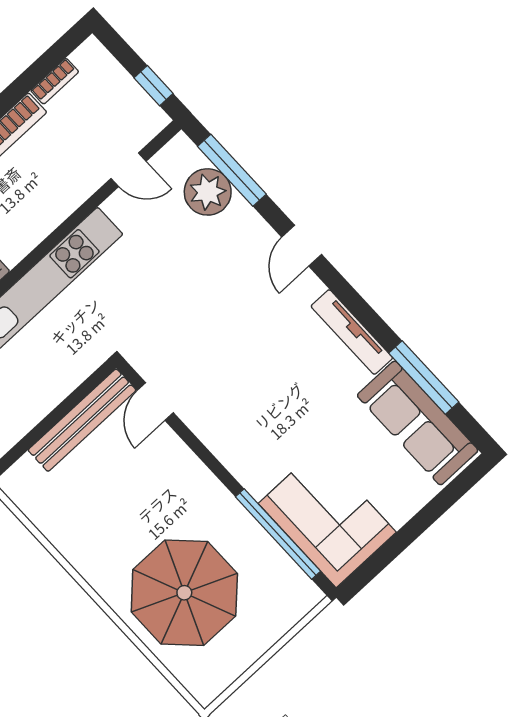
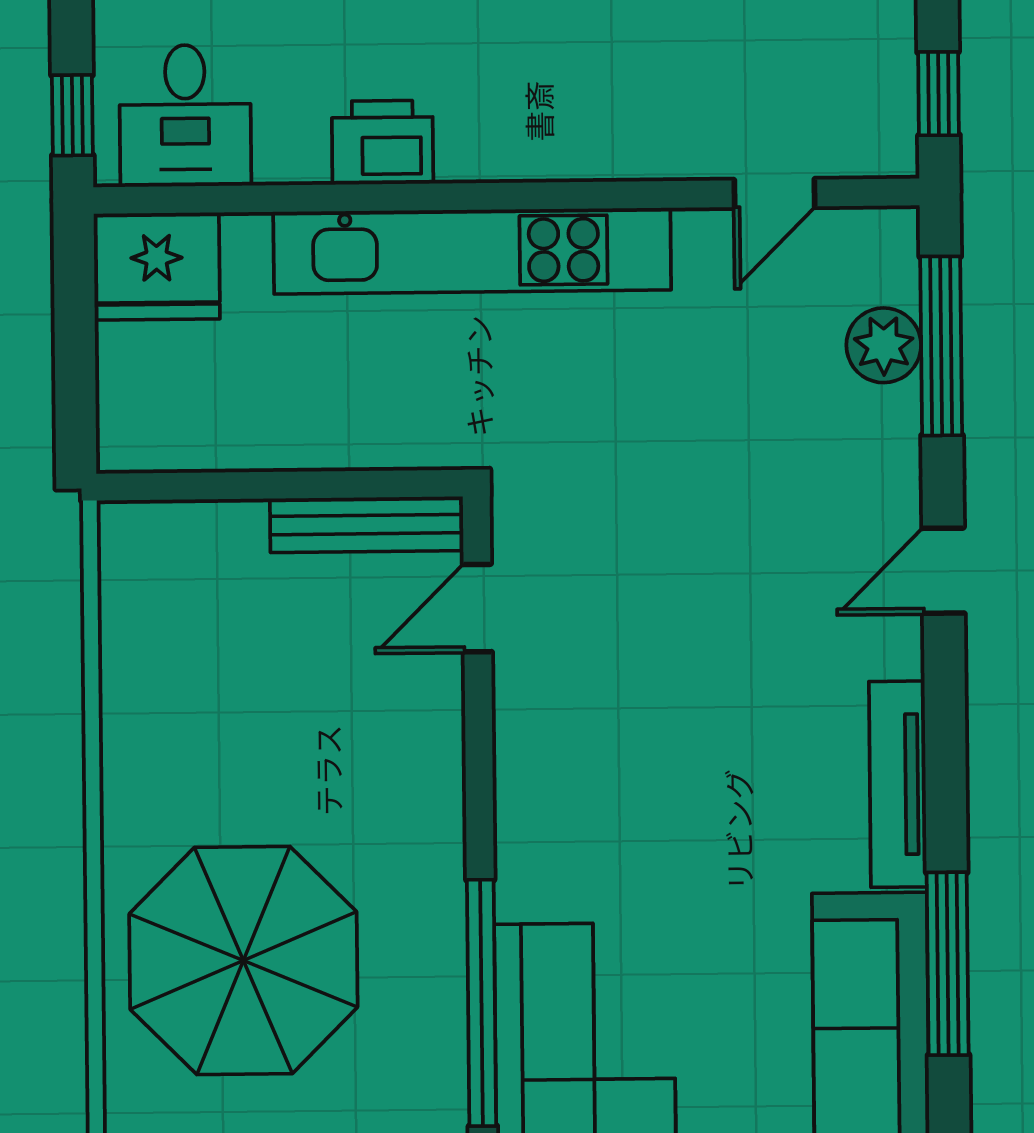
door: (129, 170) -> (774, 193), hinge flipped
plant: (208, 192) -> (884, 345), width x0.73, depth x0.73
bench: (82, 420) -> (367, 525), width x0.73, depth x0.82

